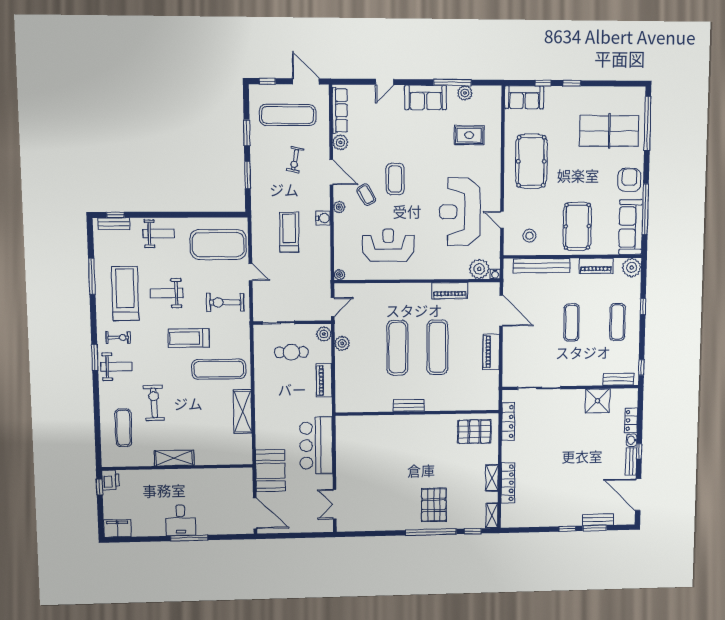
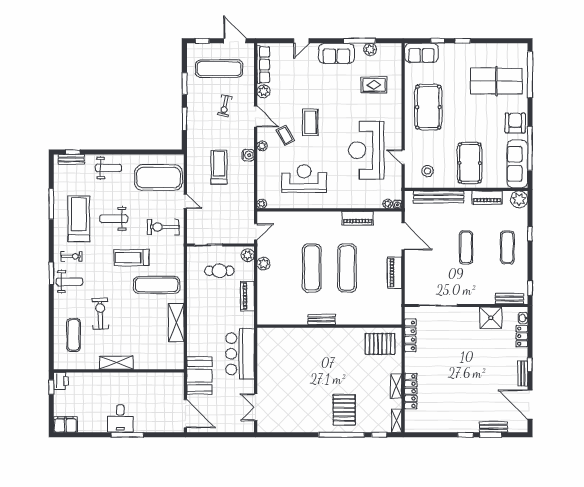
plant: (479, 269) -> (388, 204), width x0.53, depth x0.53
washbasin: (632, 440) -> (523, 318), moved

